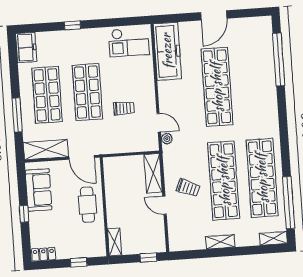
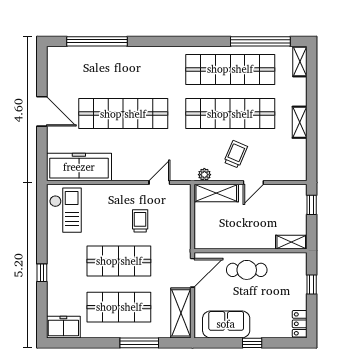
plant: (167, 139) -> (204, 175), moved

